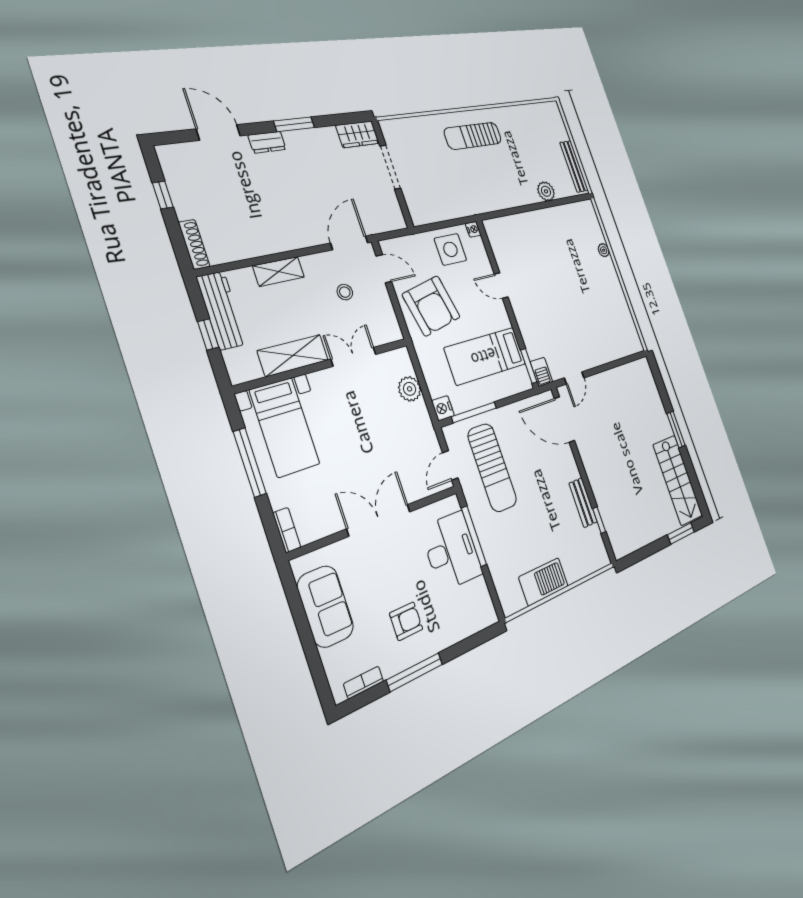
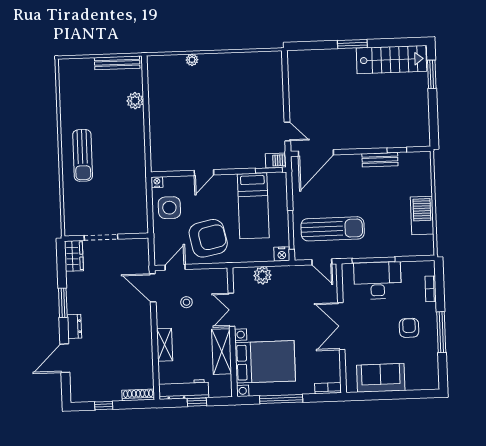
bed with nightstands: (285, 427) -> (265, 362), width x1.36
bookcase: (364, 682) -> (431, 289), moved

